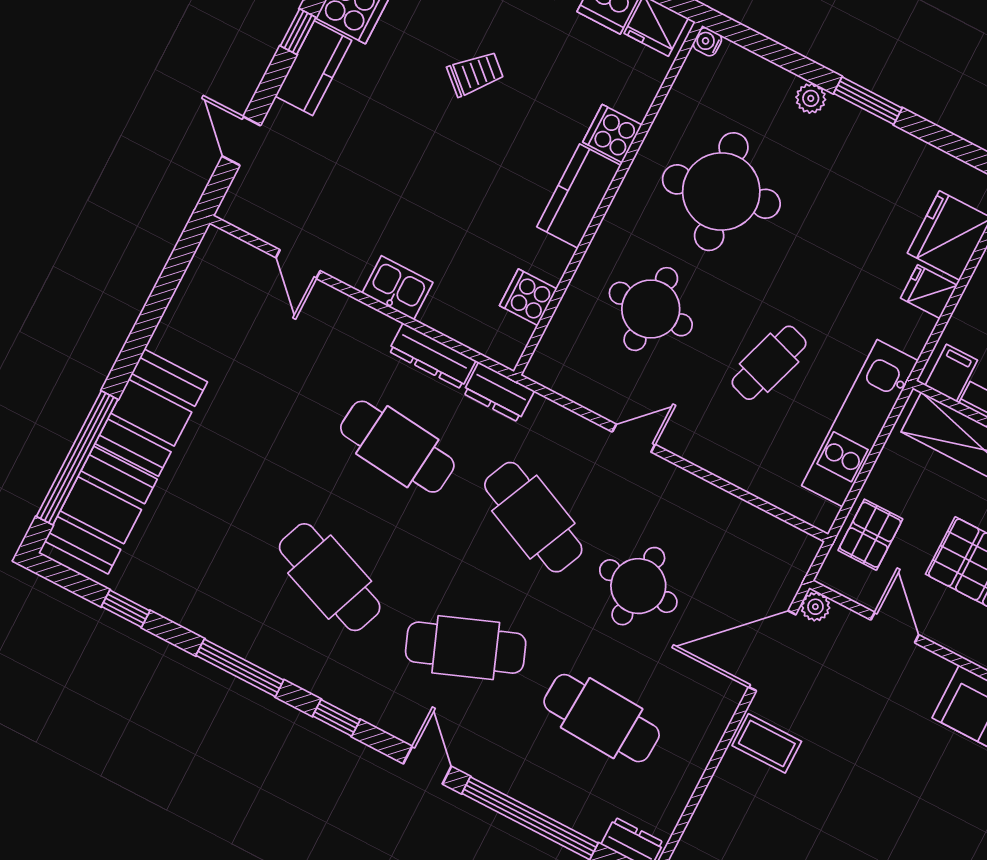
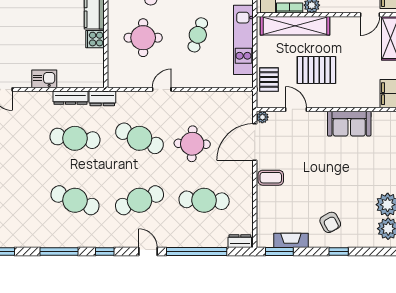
cooker: (528, 297) -> (95, 39), moved

